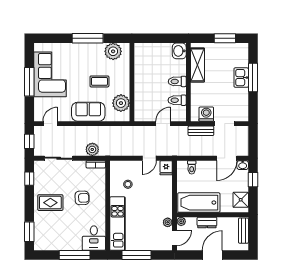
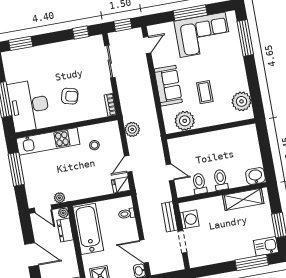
window: (88, 38) -> (245, 38), moved
kitchen sink: (241, 78) -> (266, 246), moved
window: (253, 78) -> (252, 263), moved
door: (50, 124) -> (147, 45), hinge flipped
plant: (92, 149) -> (132, 129), moved
door: (149, 158) -> (128, 164), hinge flipped
armchair: (82, 198) -> (70, 96), turned -73
rug: (50, 203) -> (58, 61), removed
dresser: (207, 222) -> (65, 230), moved
desk: (94, 238) -> (29, 106), width x1.87, depth x1.30

